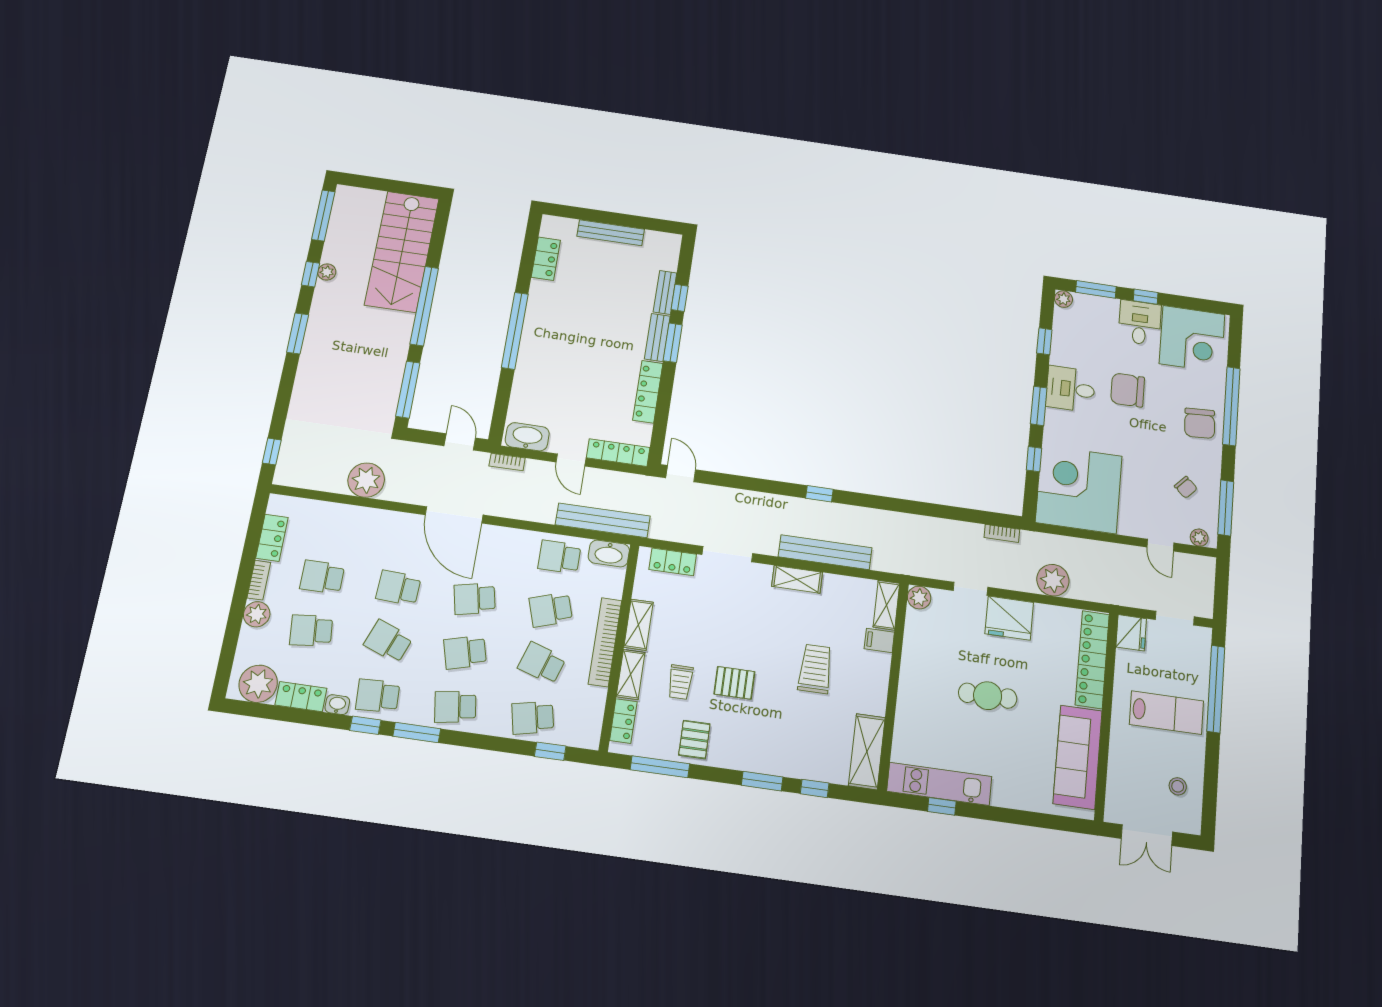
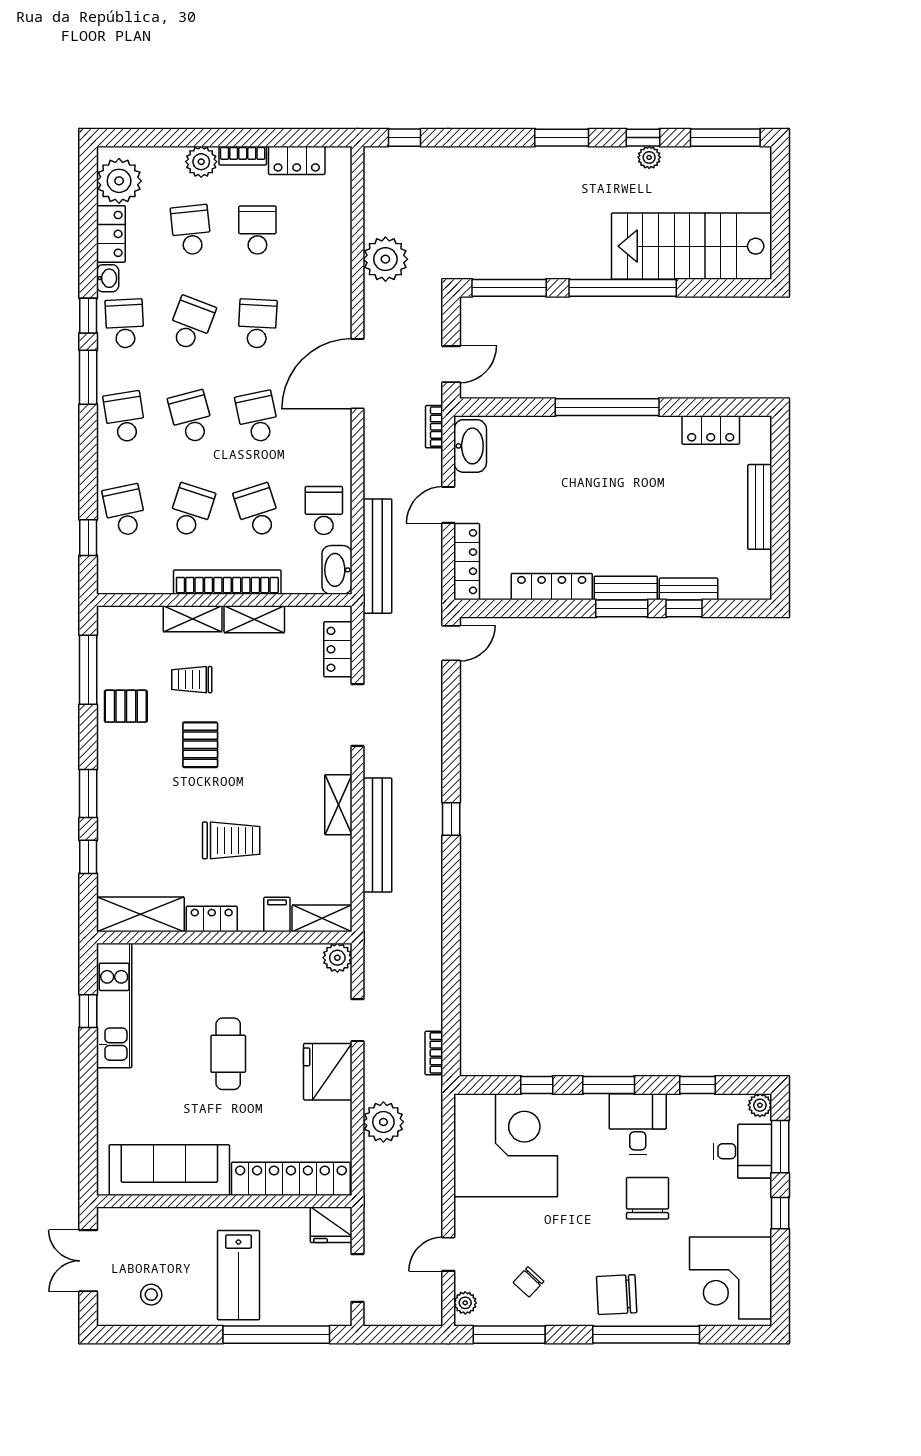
desk: (1140, 323) -> (742, 1151), moved
locker: (623, 721) -> (212, 919), moved, turned 180

